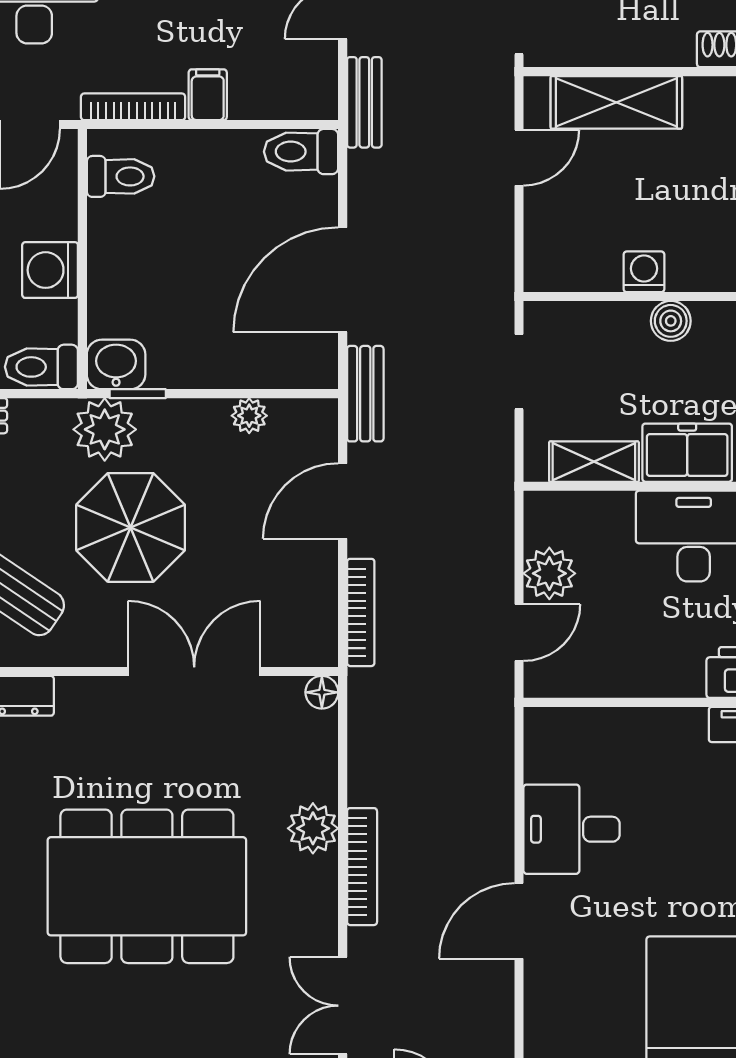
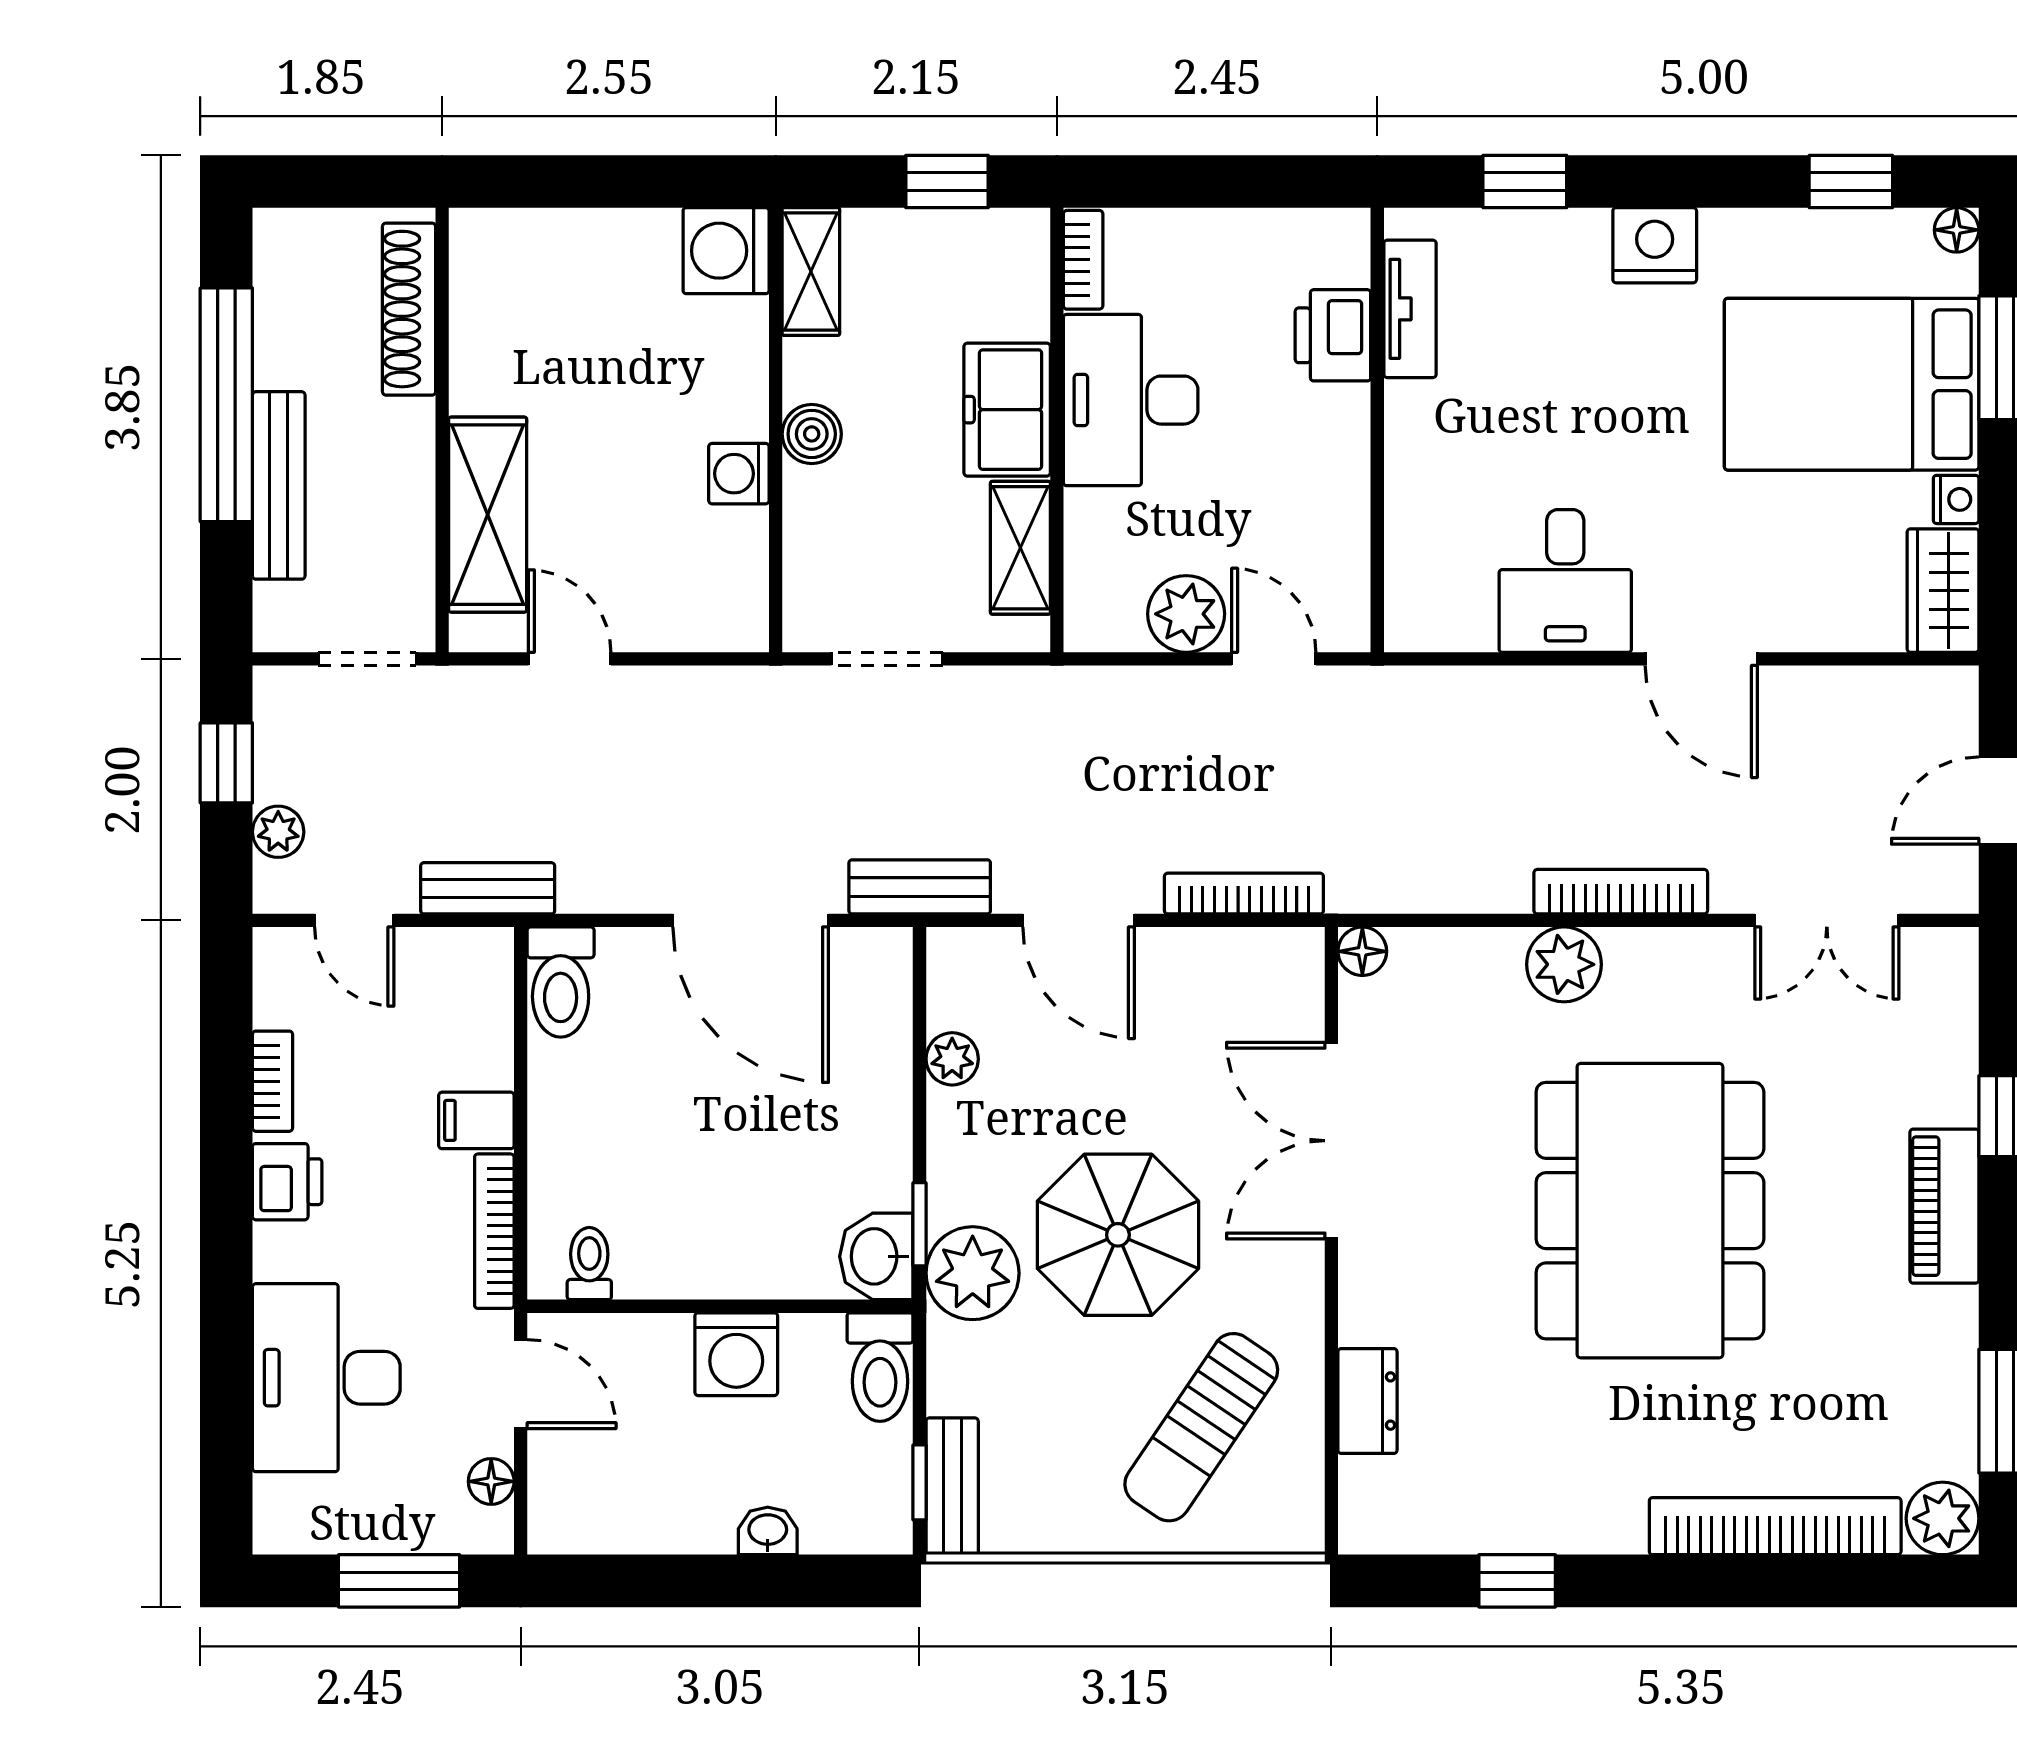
toilet: (121, 176) -> (589, 1264), width x0.73, depth x0.72

